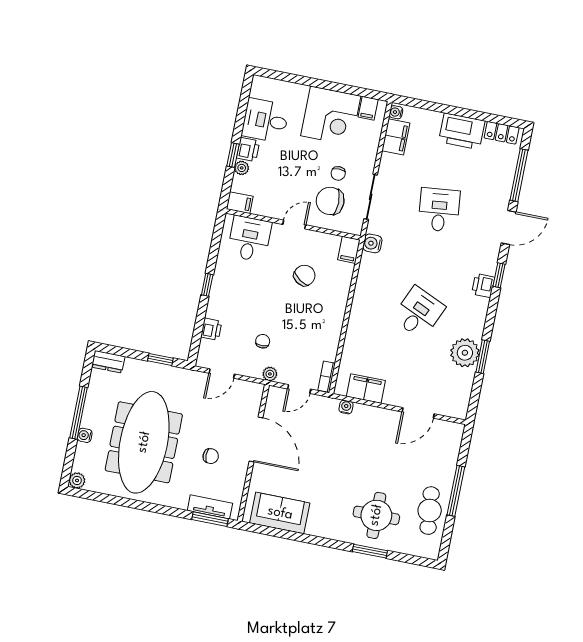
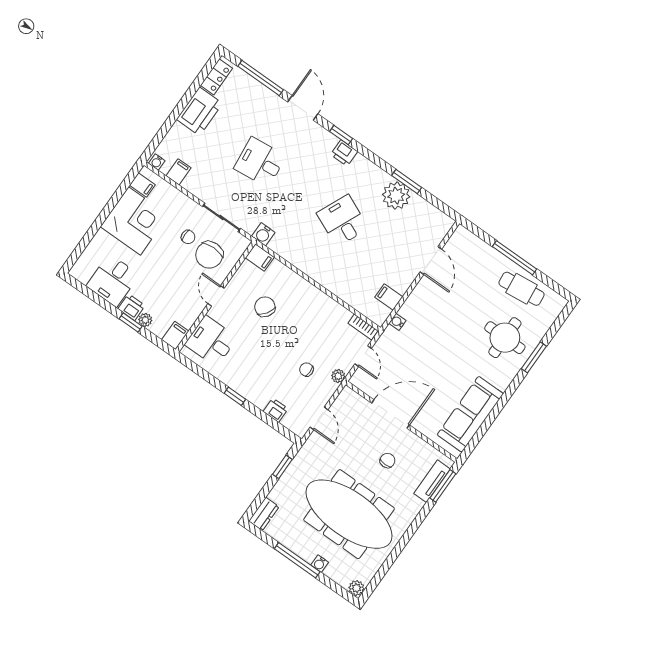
filing cabinet: (396, 137) -> (179, 172), width x0.50
filing cabinet: (366, 389) -> (389, 297), width x0.50
sofa: (280, 513) -> (470, 414), width x1.36

